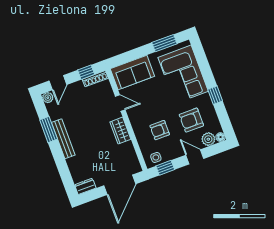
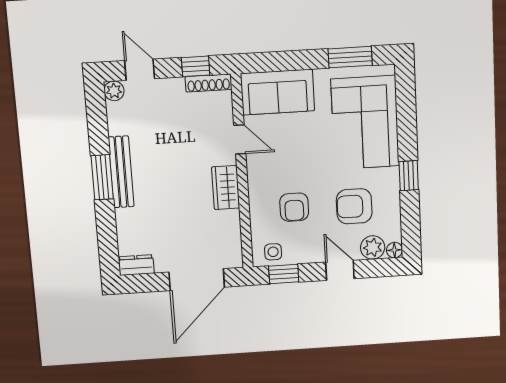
door: (58, 83) -> (140, 70), swing flipped
window: (49, 129) -> (102, 177), moved
armchair: (160, 130) -> (294, 207), turned -90

